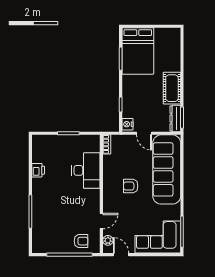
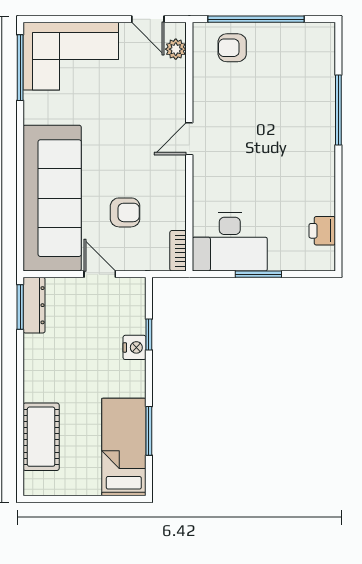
bed: (138, 51) -> (124, 447), width x0.67
cot: (172, 88) -> (41, 437), moved
nightstand: (127, 124) -> (135, 347), moved
printer: (38, 170) -> (322, 231), moved
desk: (86, 170) -> (230, 242), moved, turned -90
armchair: (131, 186) -> (125, 212), moved
door: (101, 221) -> (189, 139), moved

